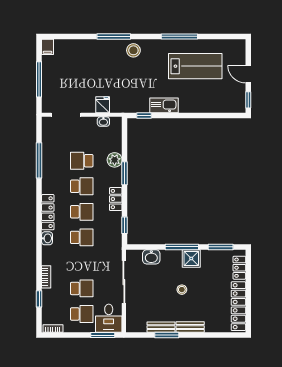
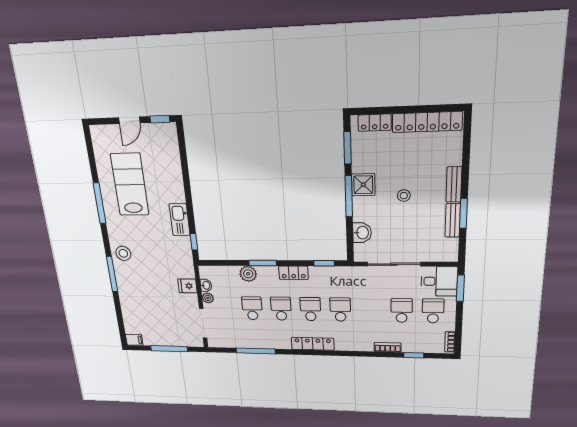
plant: (91, 122) -> (208, 298), added
school desk: (82, 161) -> (252, 308), turned 180
washbasin: (47, 238) -> (343, 345), removed

